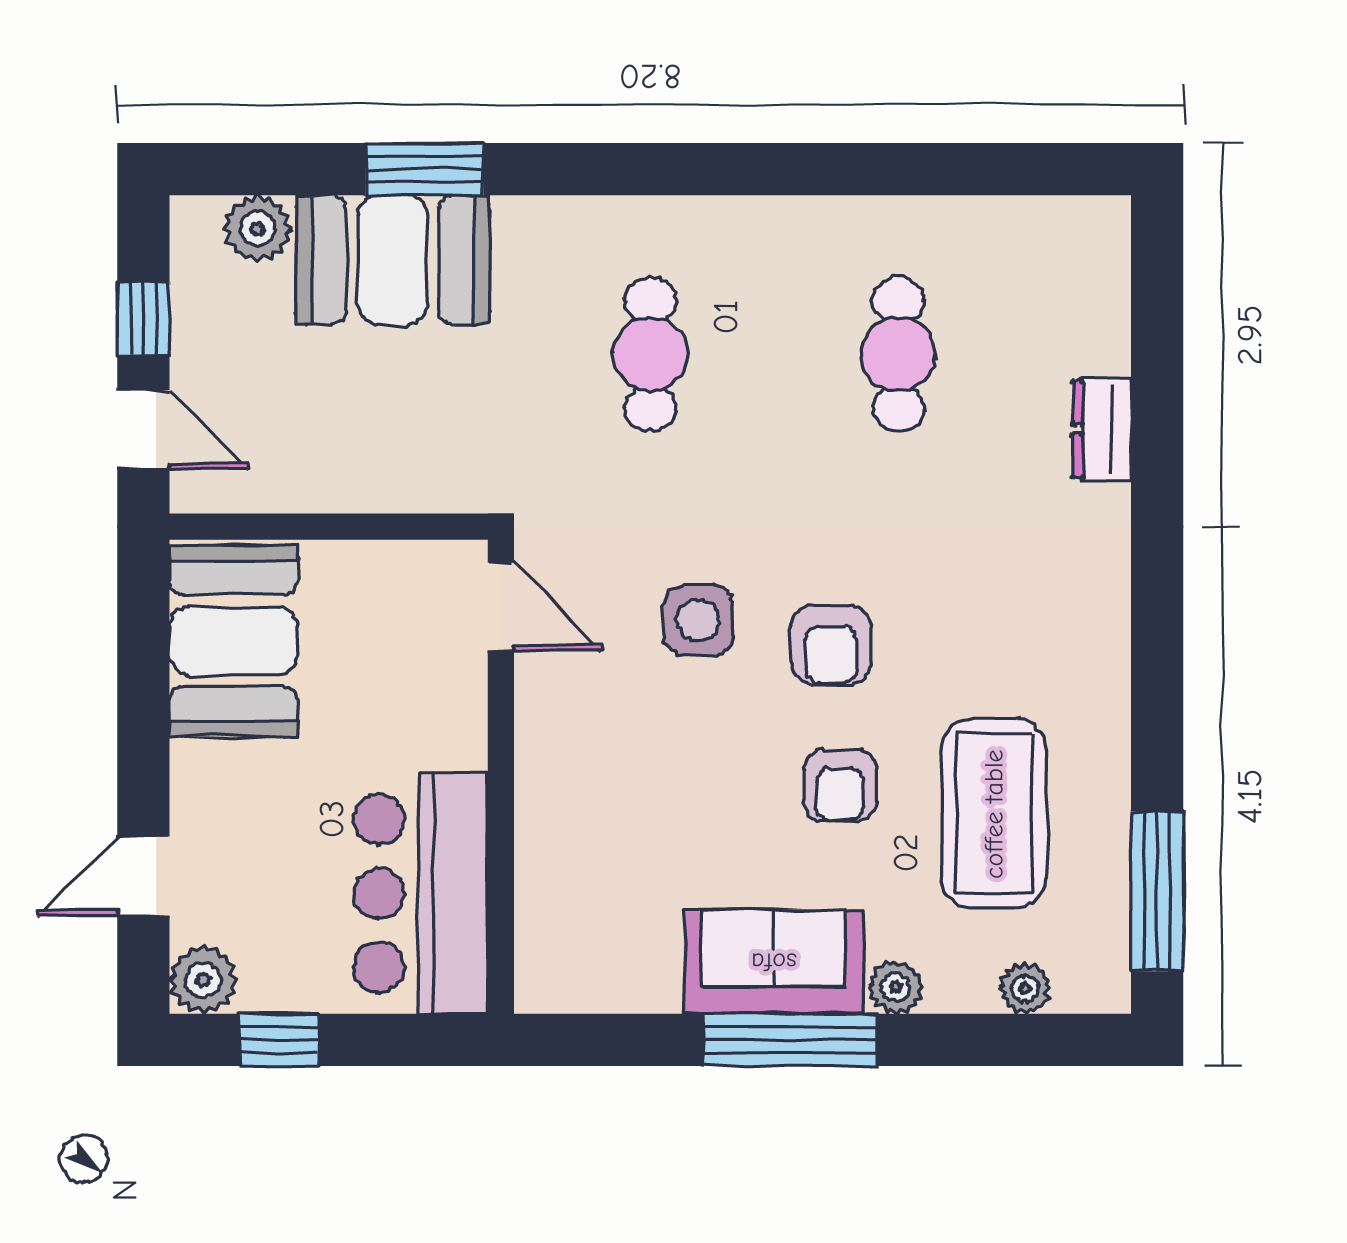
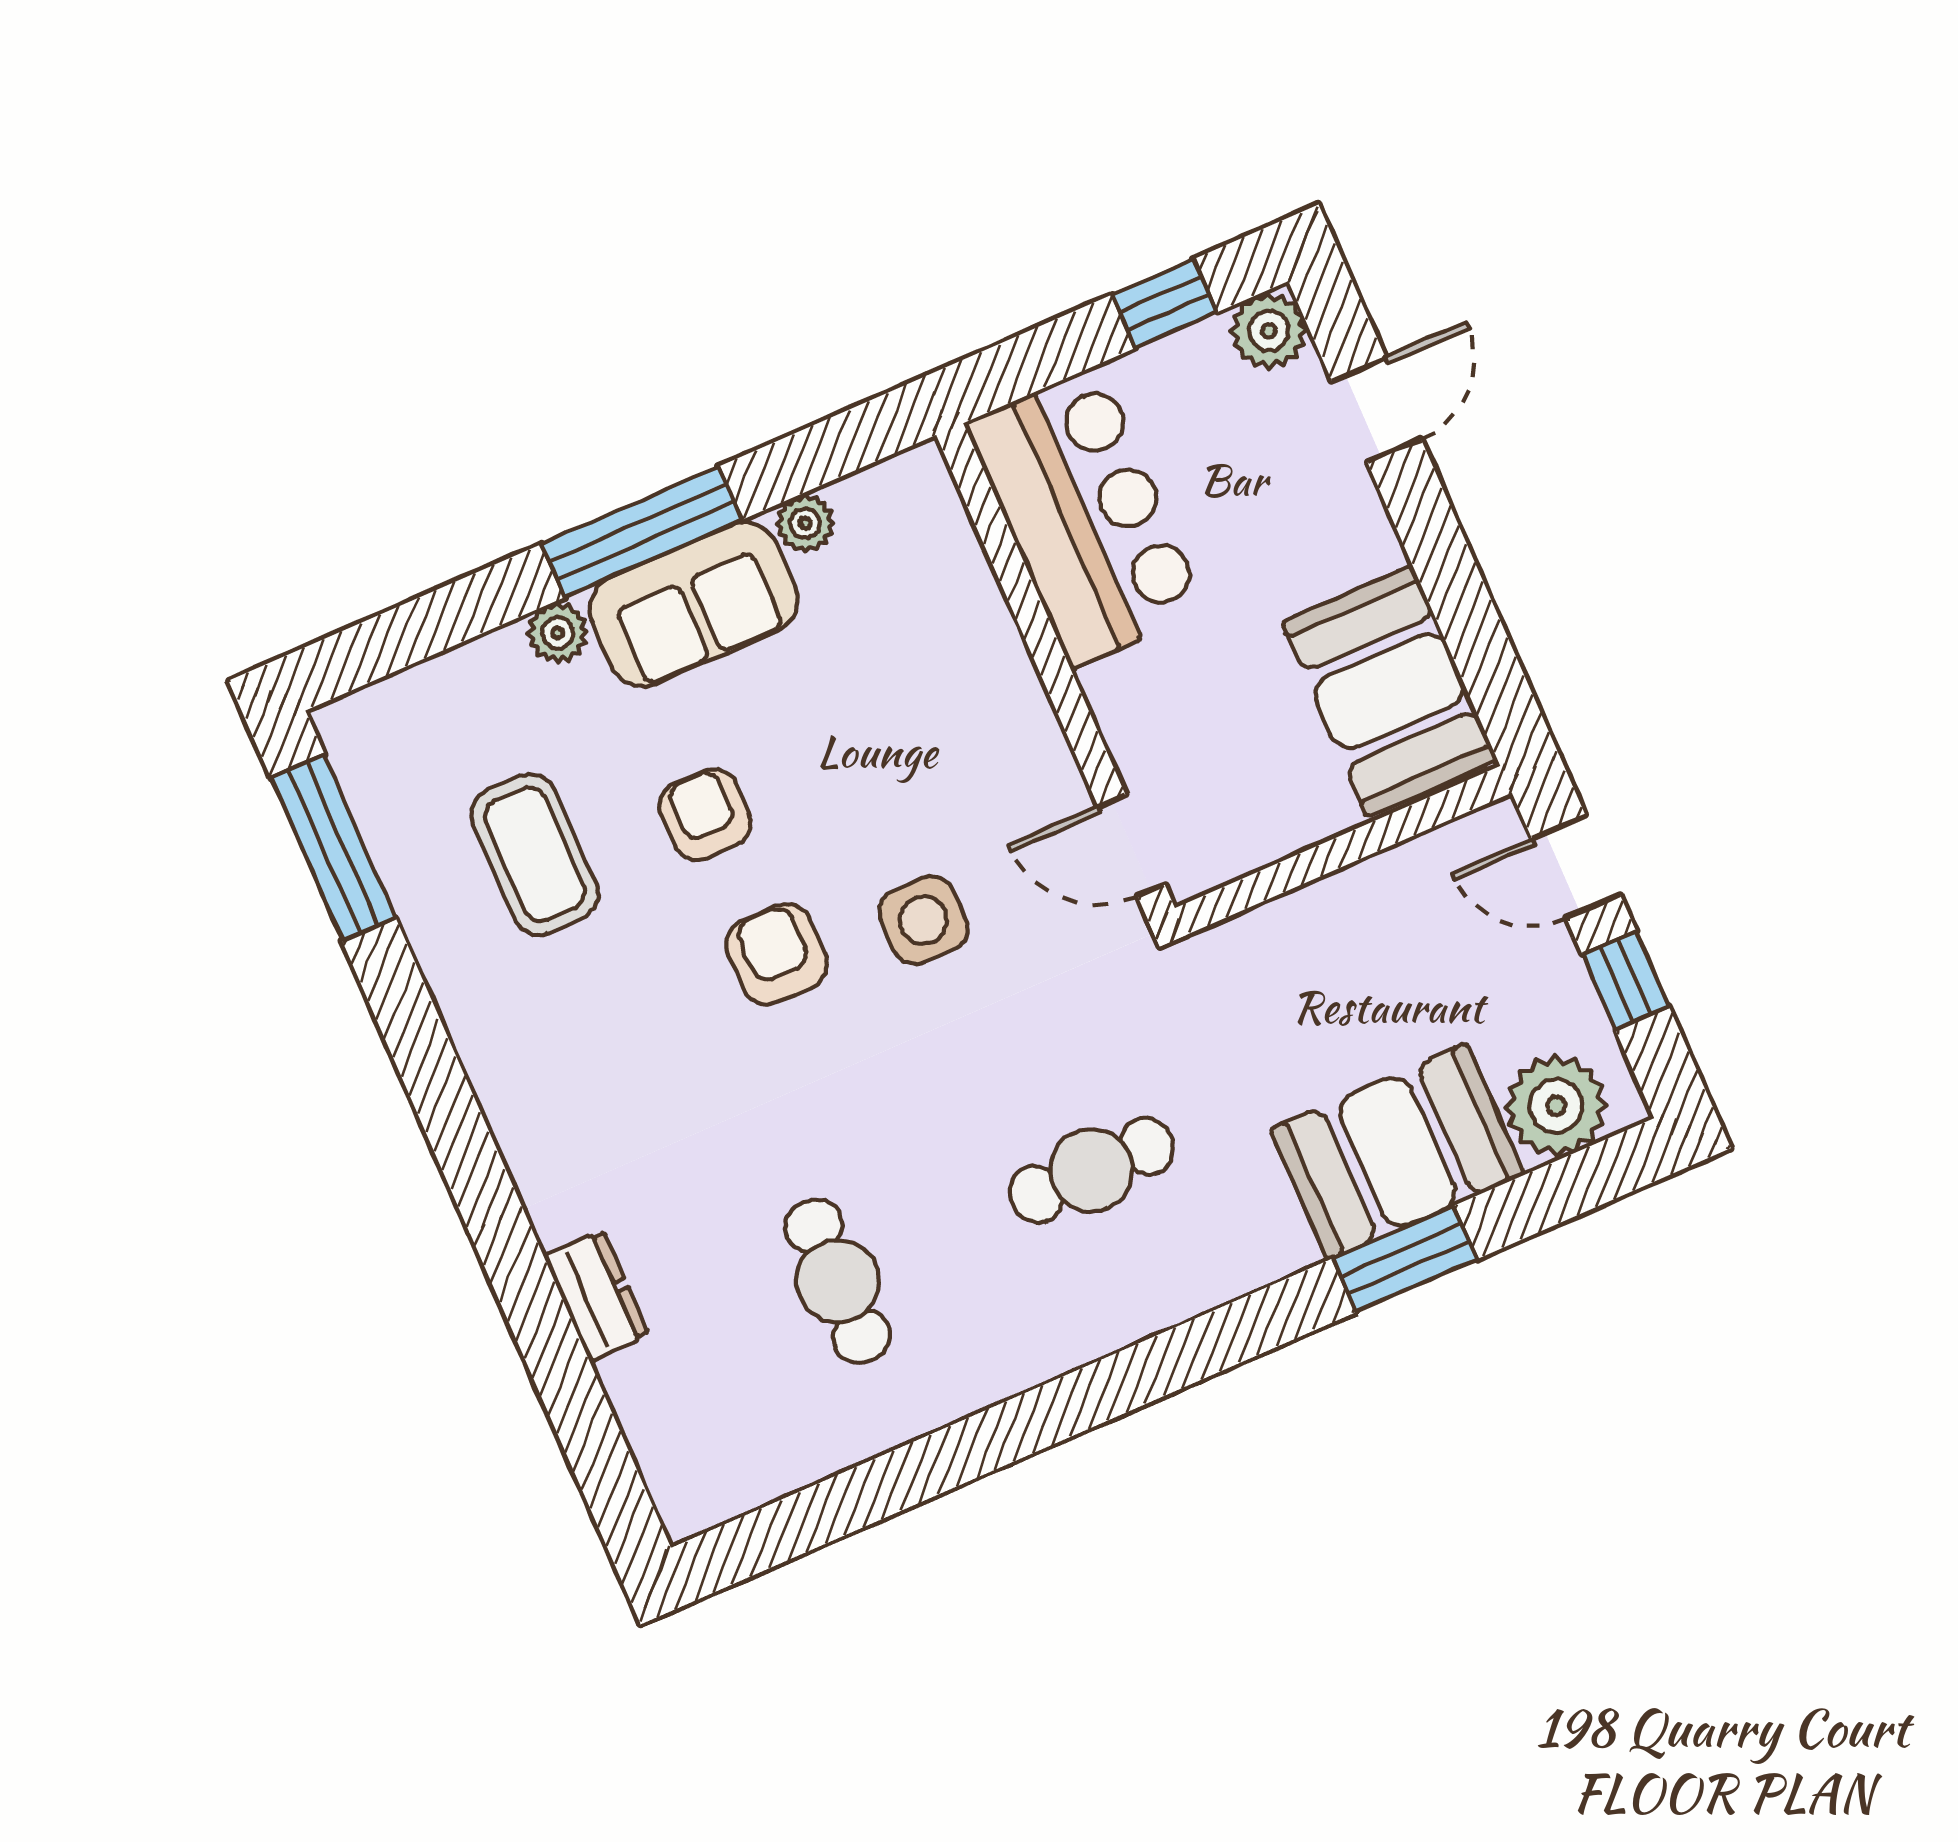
plant: (258, 229) -> (1556, 1106), width x1.36, depth x1.36
cafe table: (650, 354) -> (1091, 1170), turned 90
coffee table: (994, 814) -> (535, 854), width x0.73, depth x0.76
plant: (1025, 988) -> (805, 523), moved

